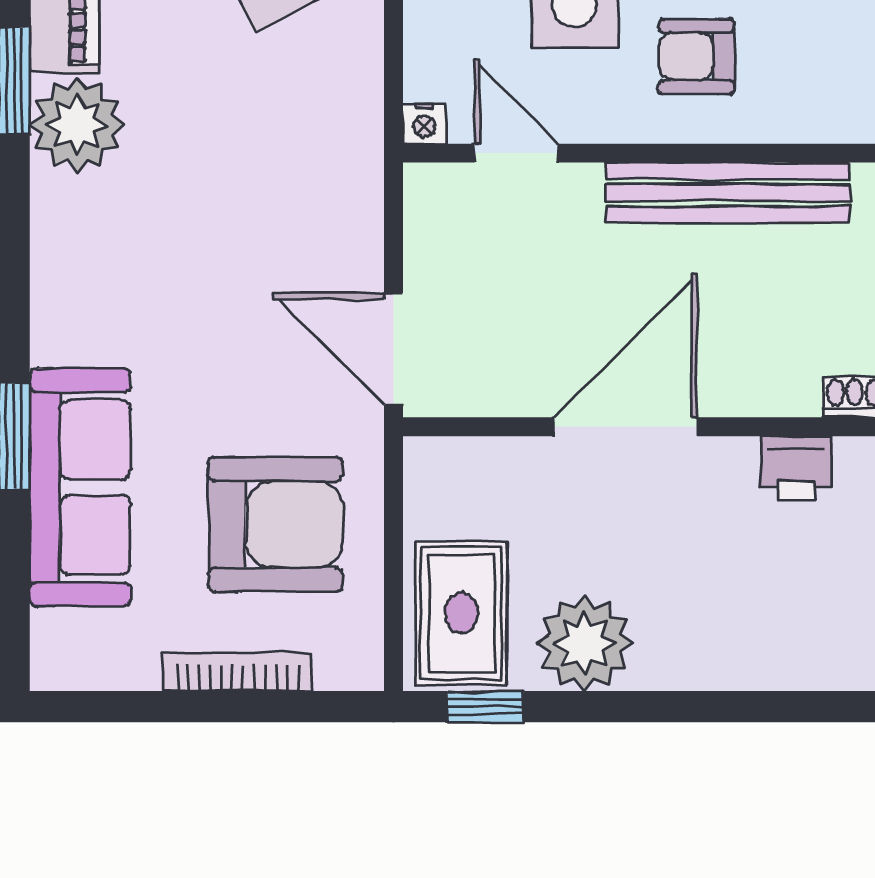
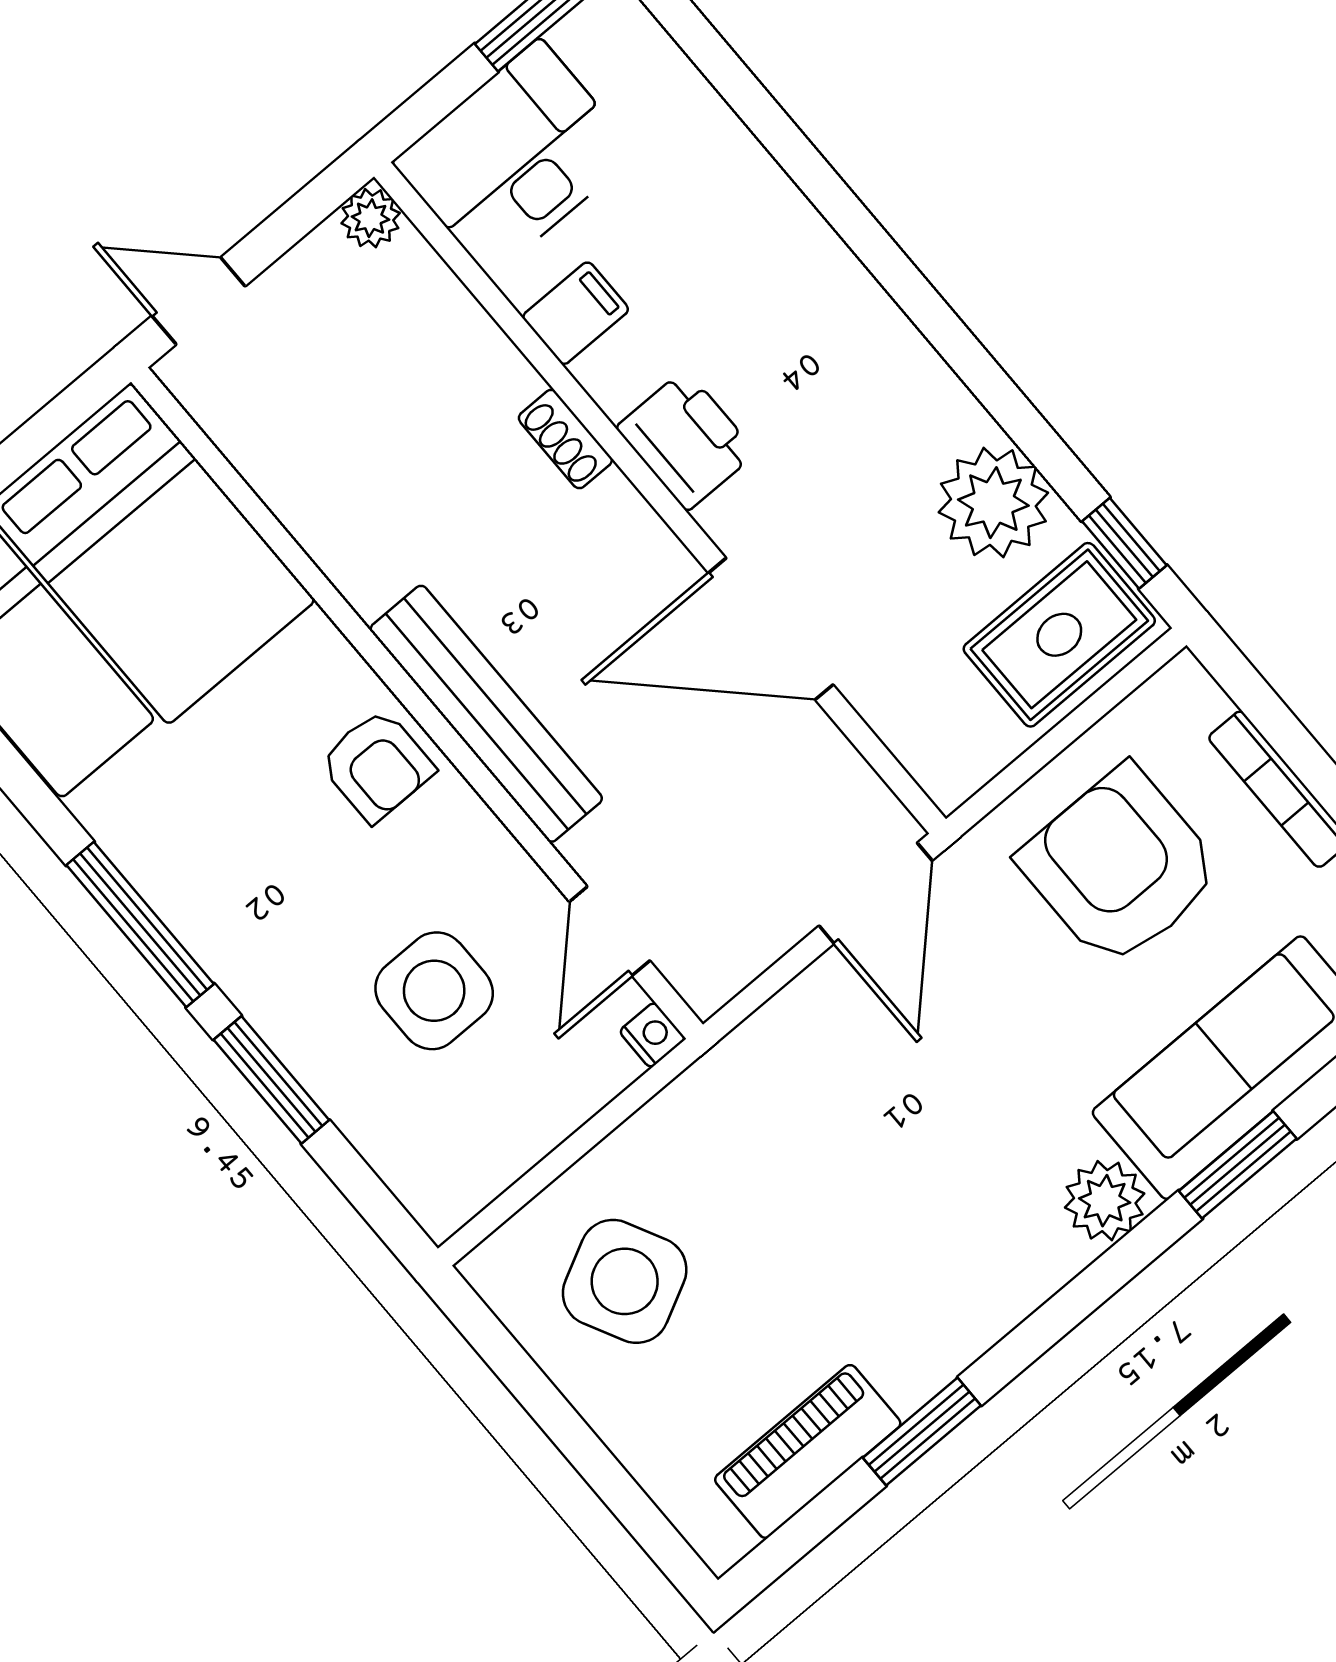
armchair: (697, 56) -> (377, 766), moved
plant: (77, 125) -> (1105, 1201), moved, width x0.73, depth x0.73
printer: (796, 468) -> (686, 440), width x1.36, depth x1.24

